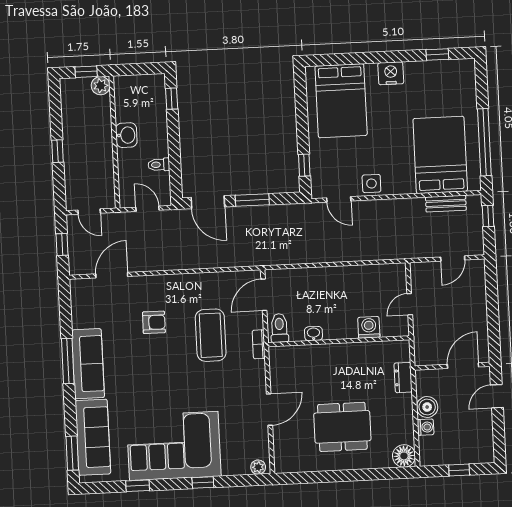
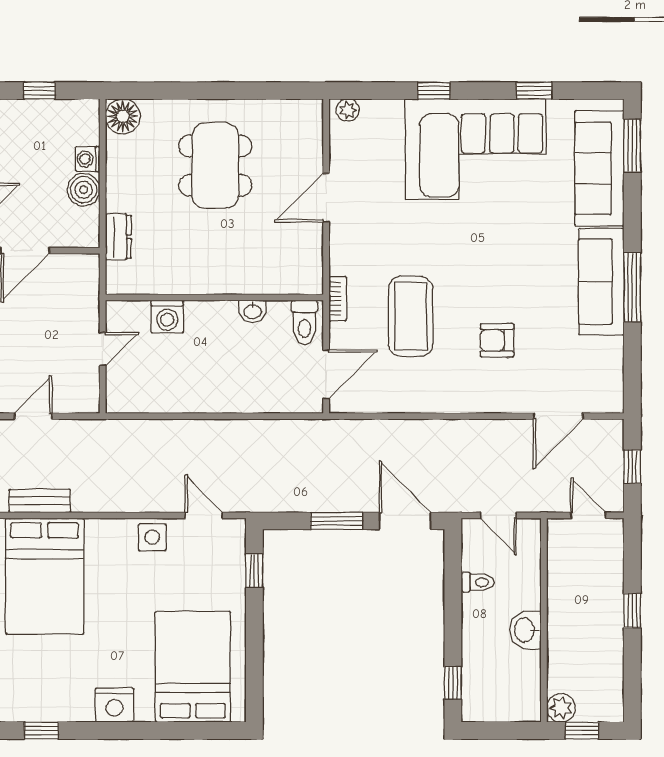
dining table: (342, 427) -> (215, 166), turned 90

